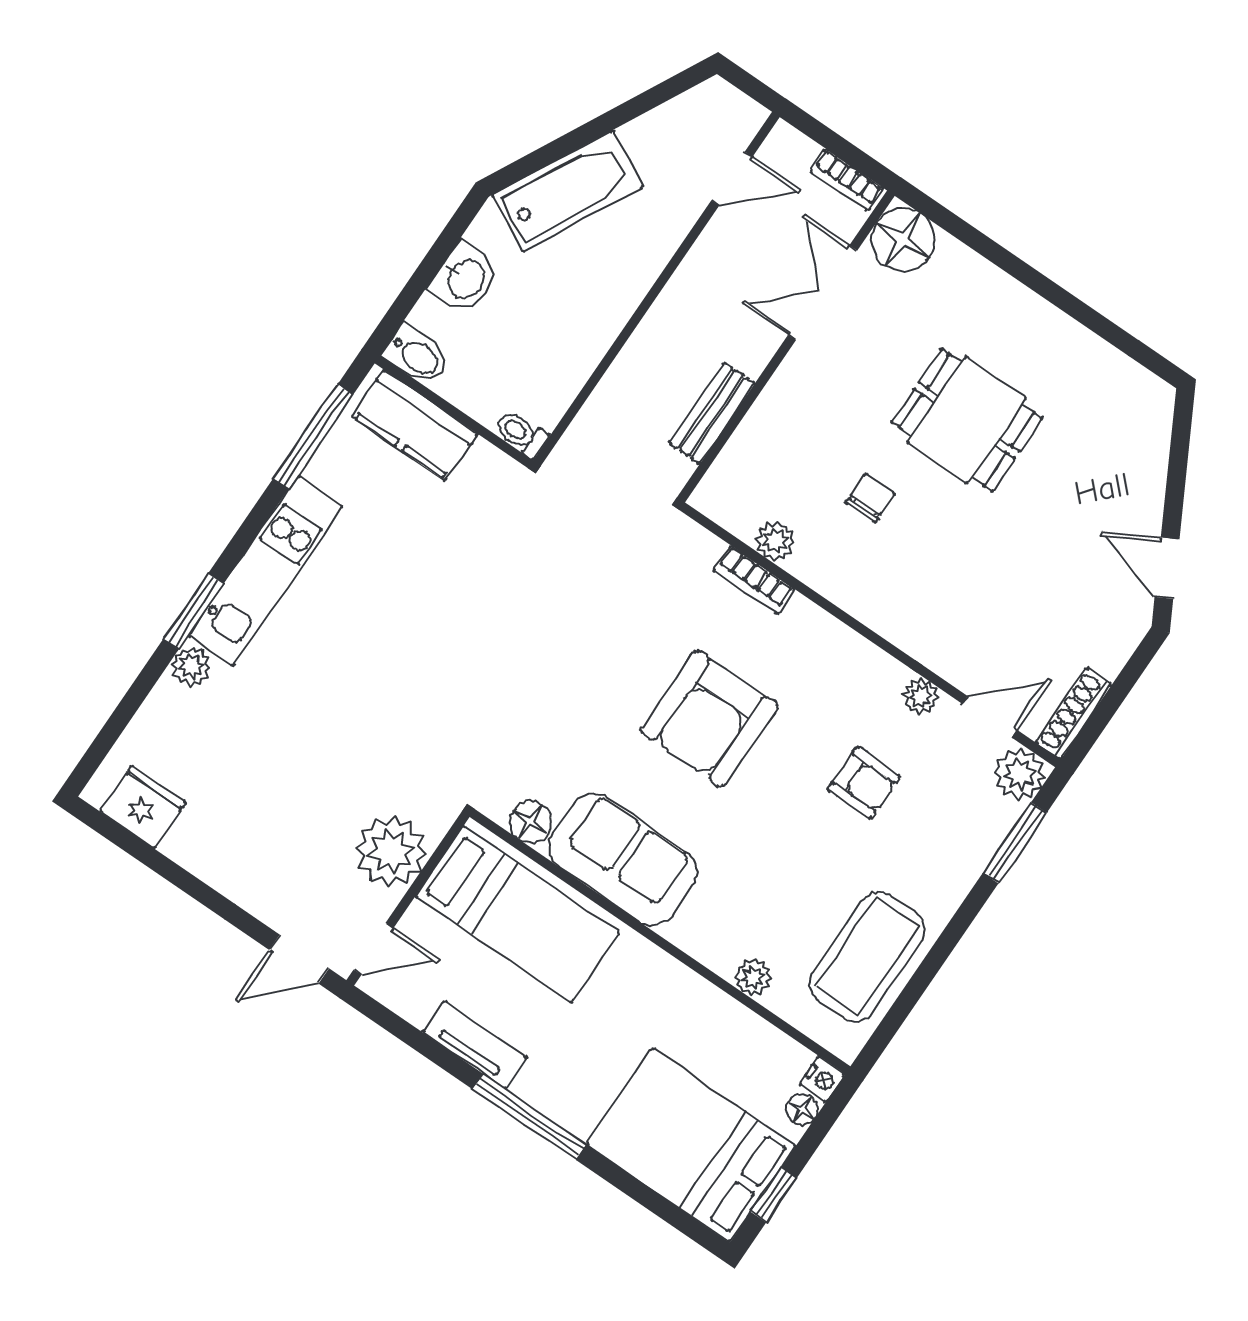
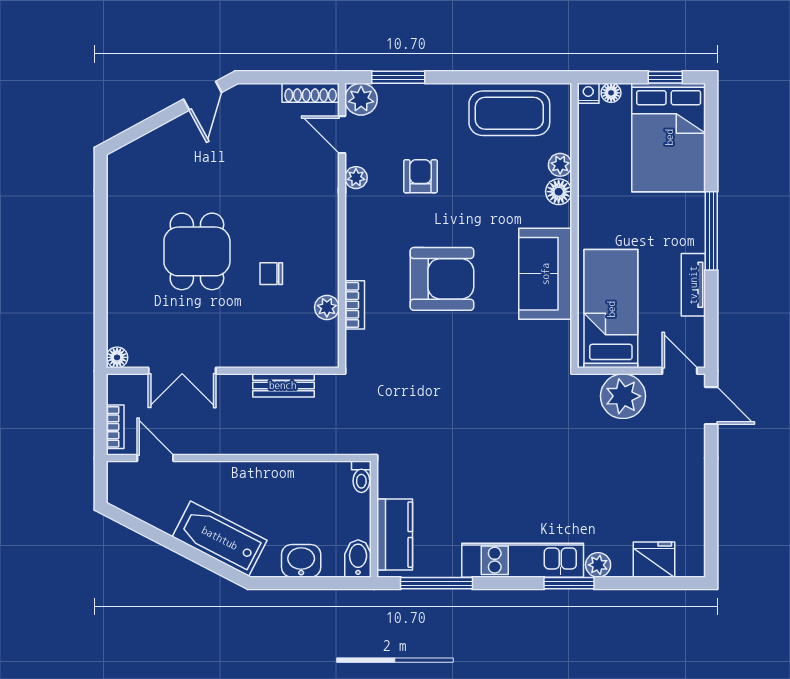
bookcase: (847, 180) -> (115, 427), moved
floor lamp: (903, 240) -> (117, 357), width x0.53, depth x0.53
fridge: (143, 807) -> (654, 560), moved, turned 90
floor lamp: (530, 822) -> (559, 192), moved

